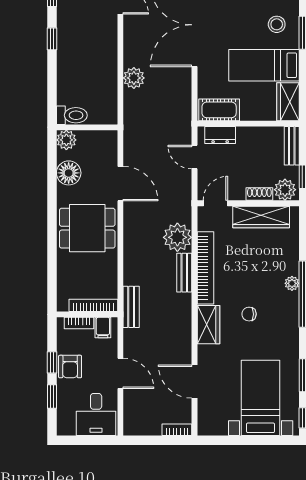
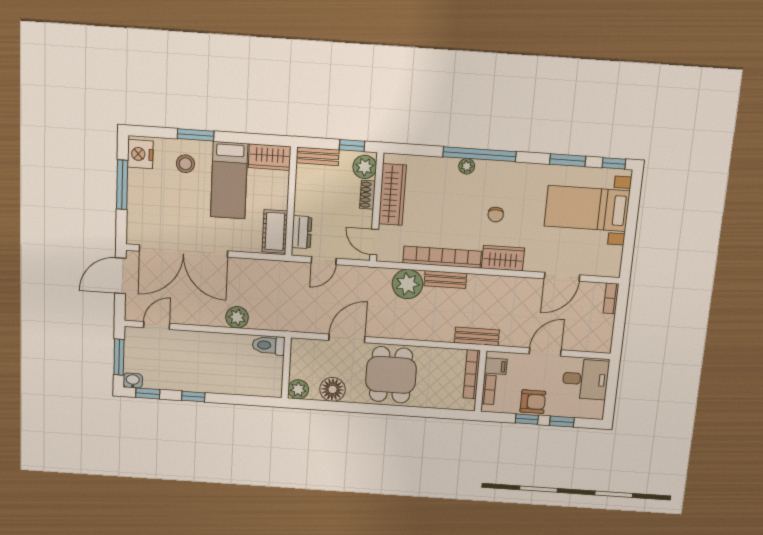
toilet: (72, 115) -> (269, 345), moved, turned -90

